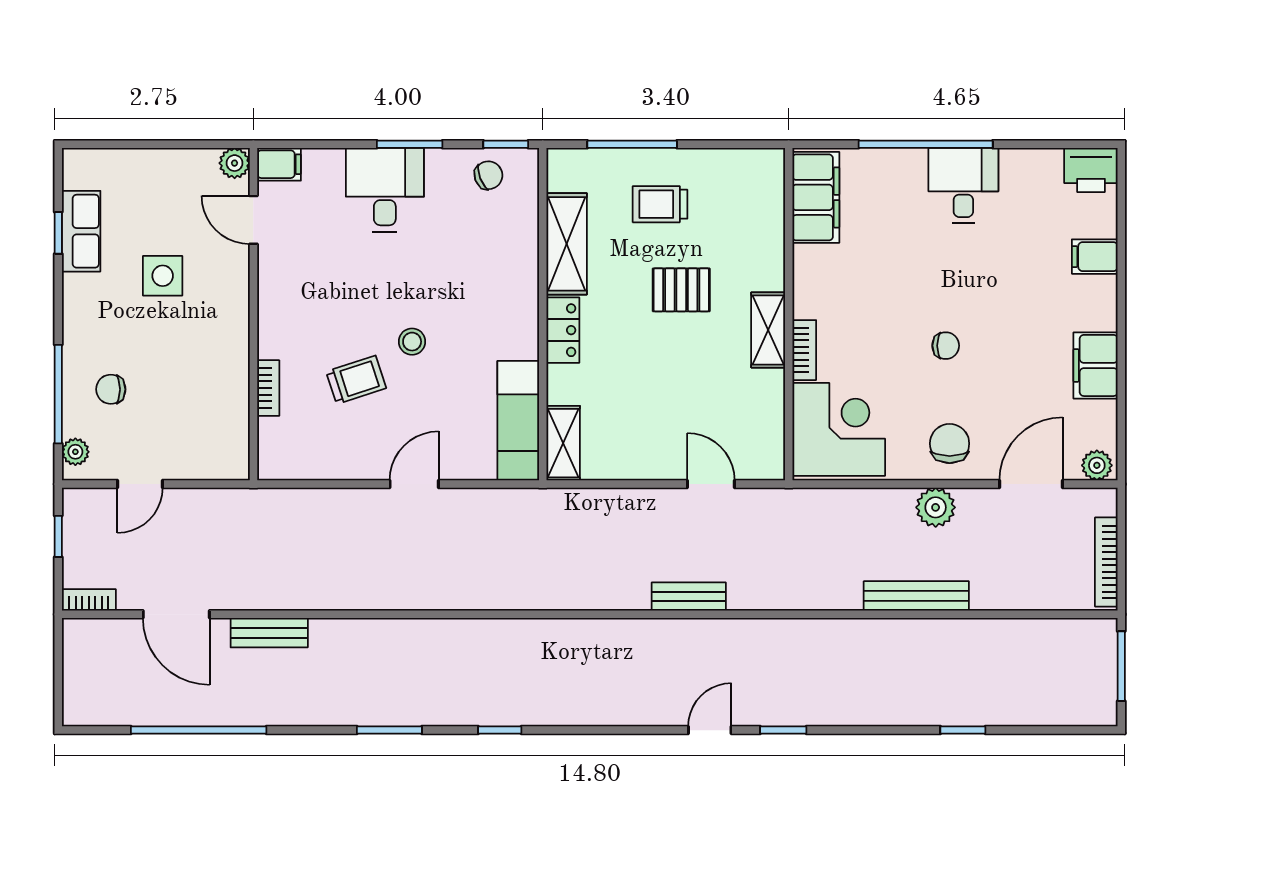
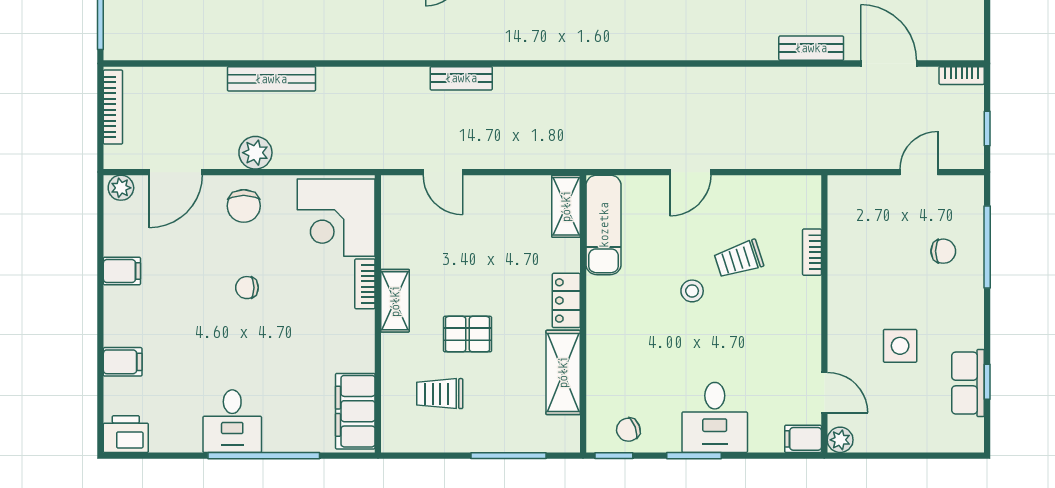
trolley: (660, 204) -> (440, 394), moved, turned 180
filing cabinet: (1096, 365) -> (122, 271), width x0.50
plant: (75, 452) -> (973, 199), removed

